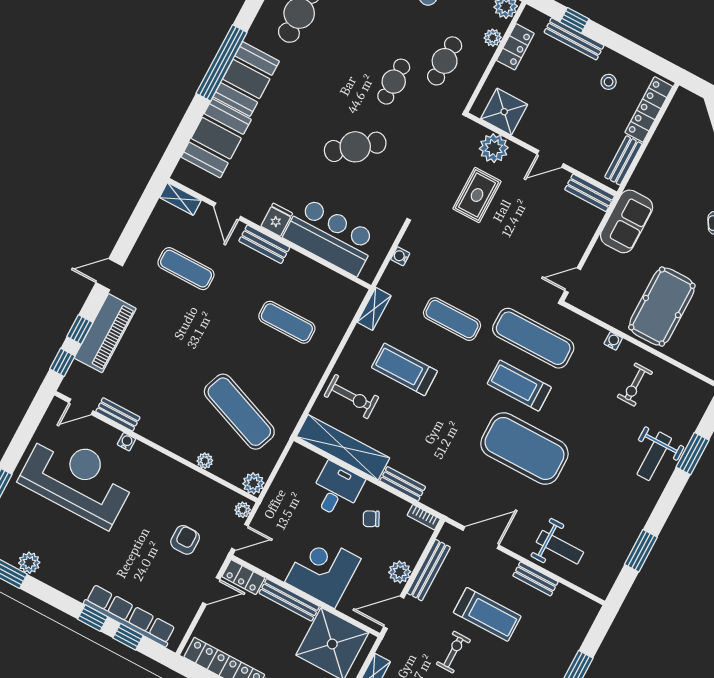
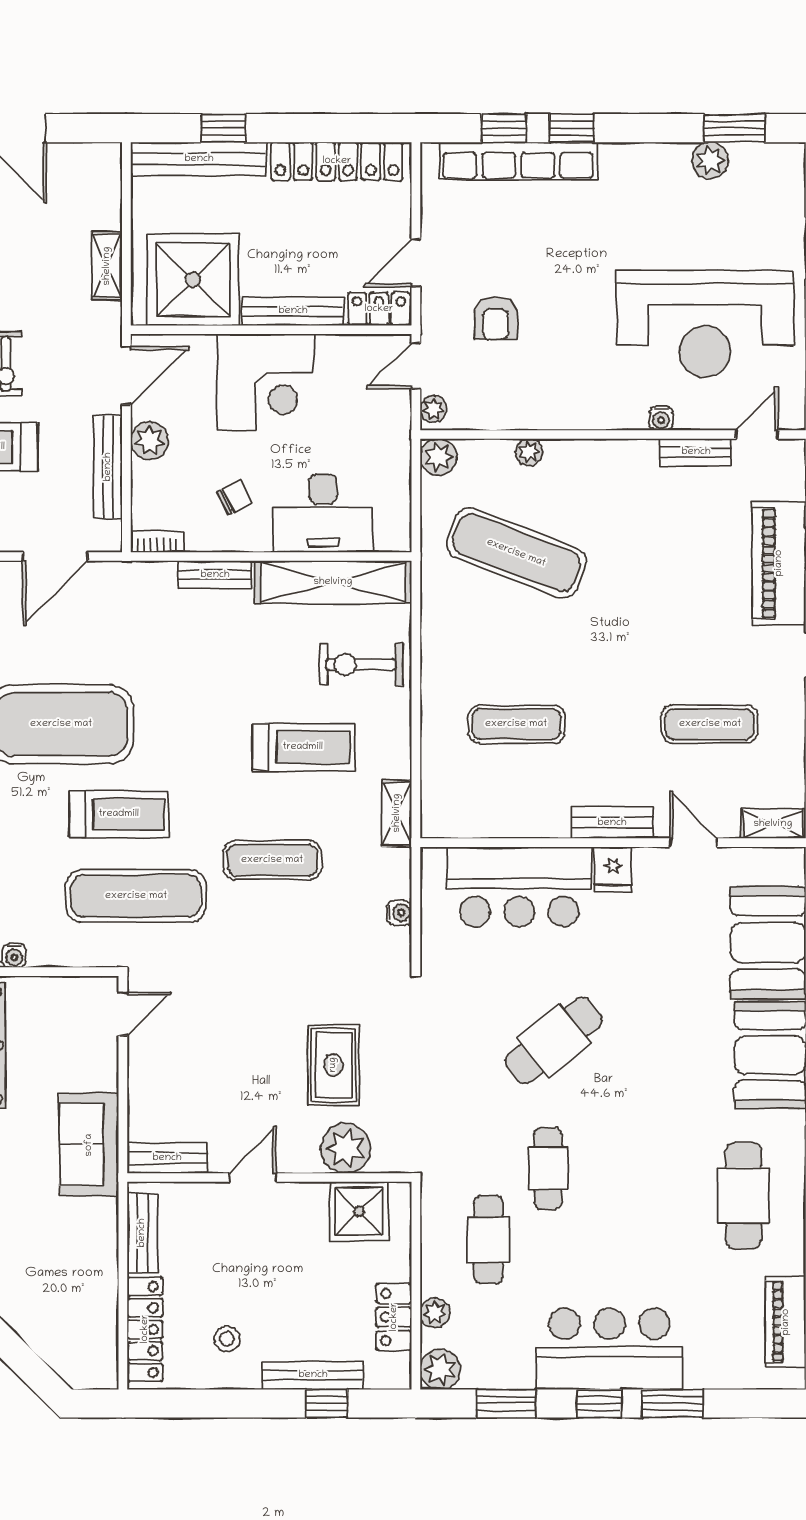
desk: (336, 490) -> (323, 513), width x1.37

